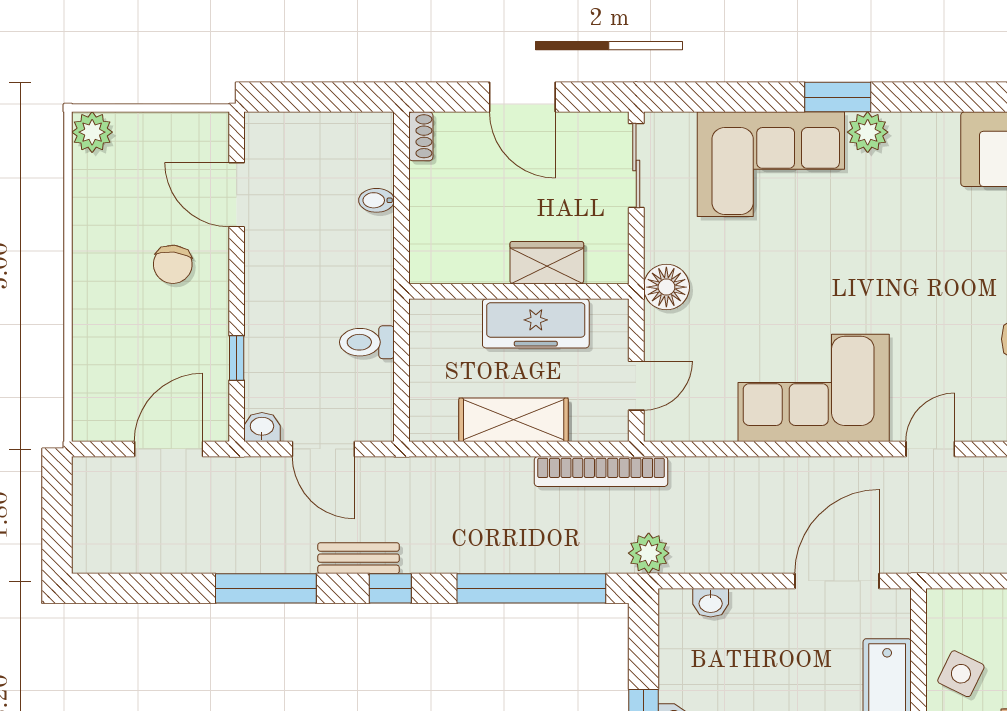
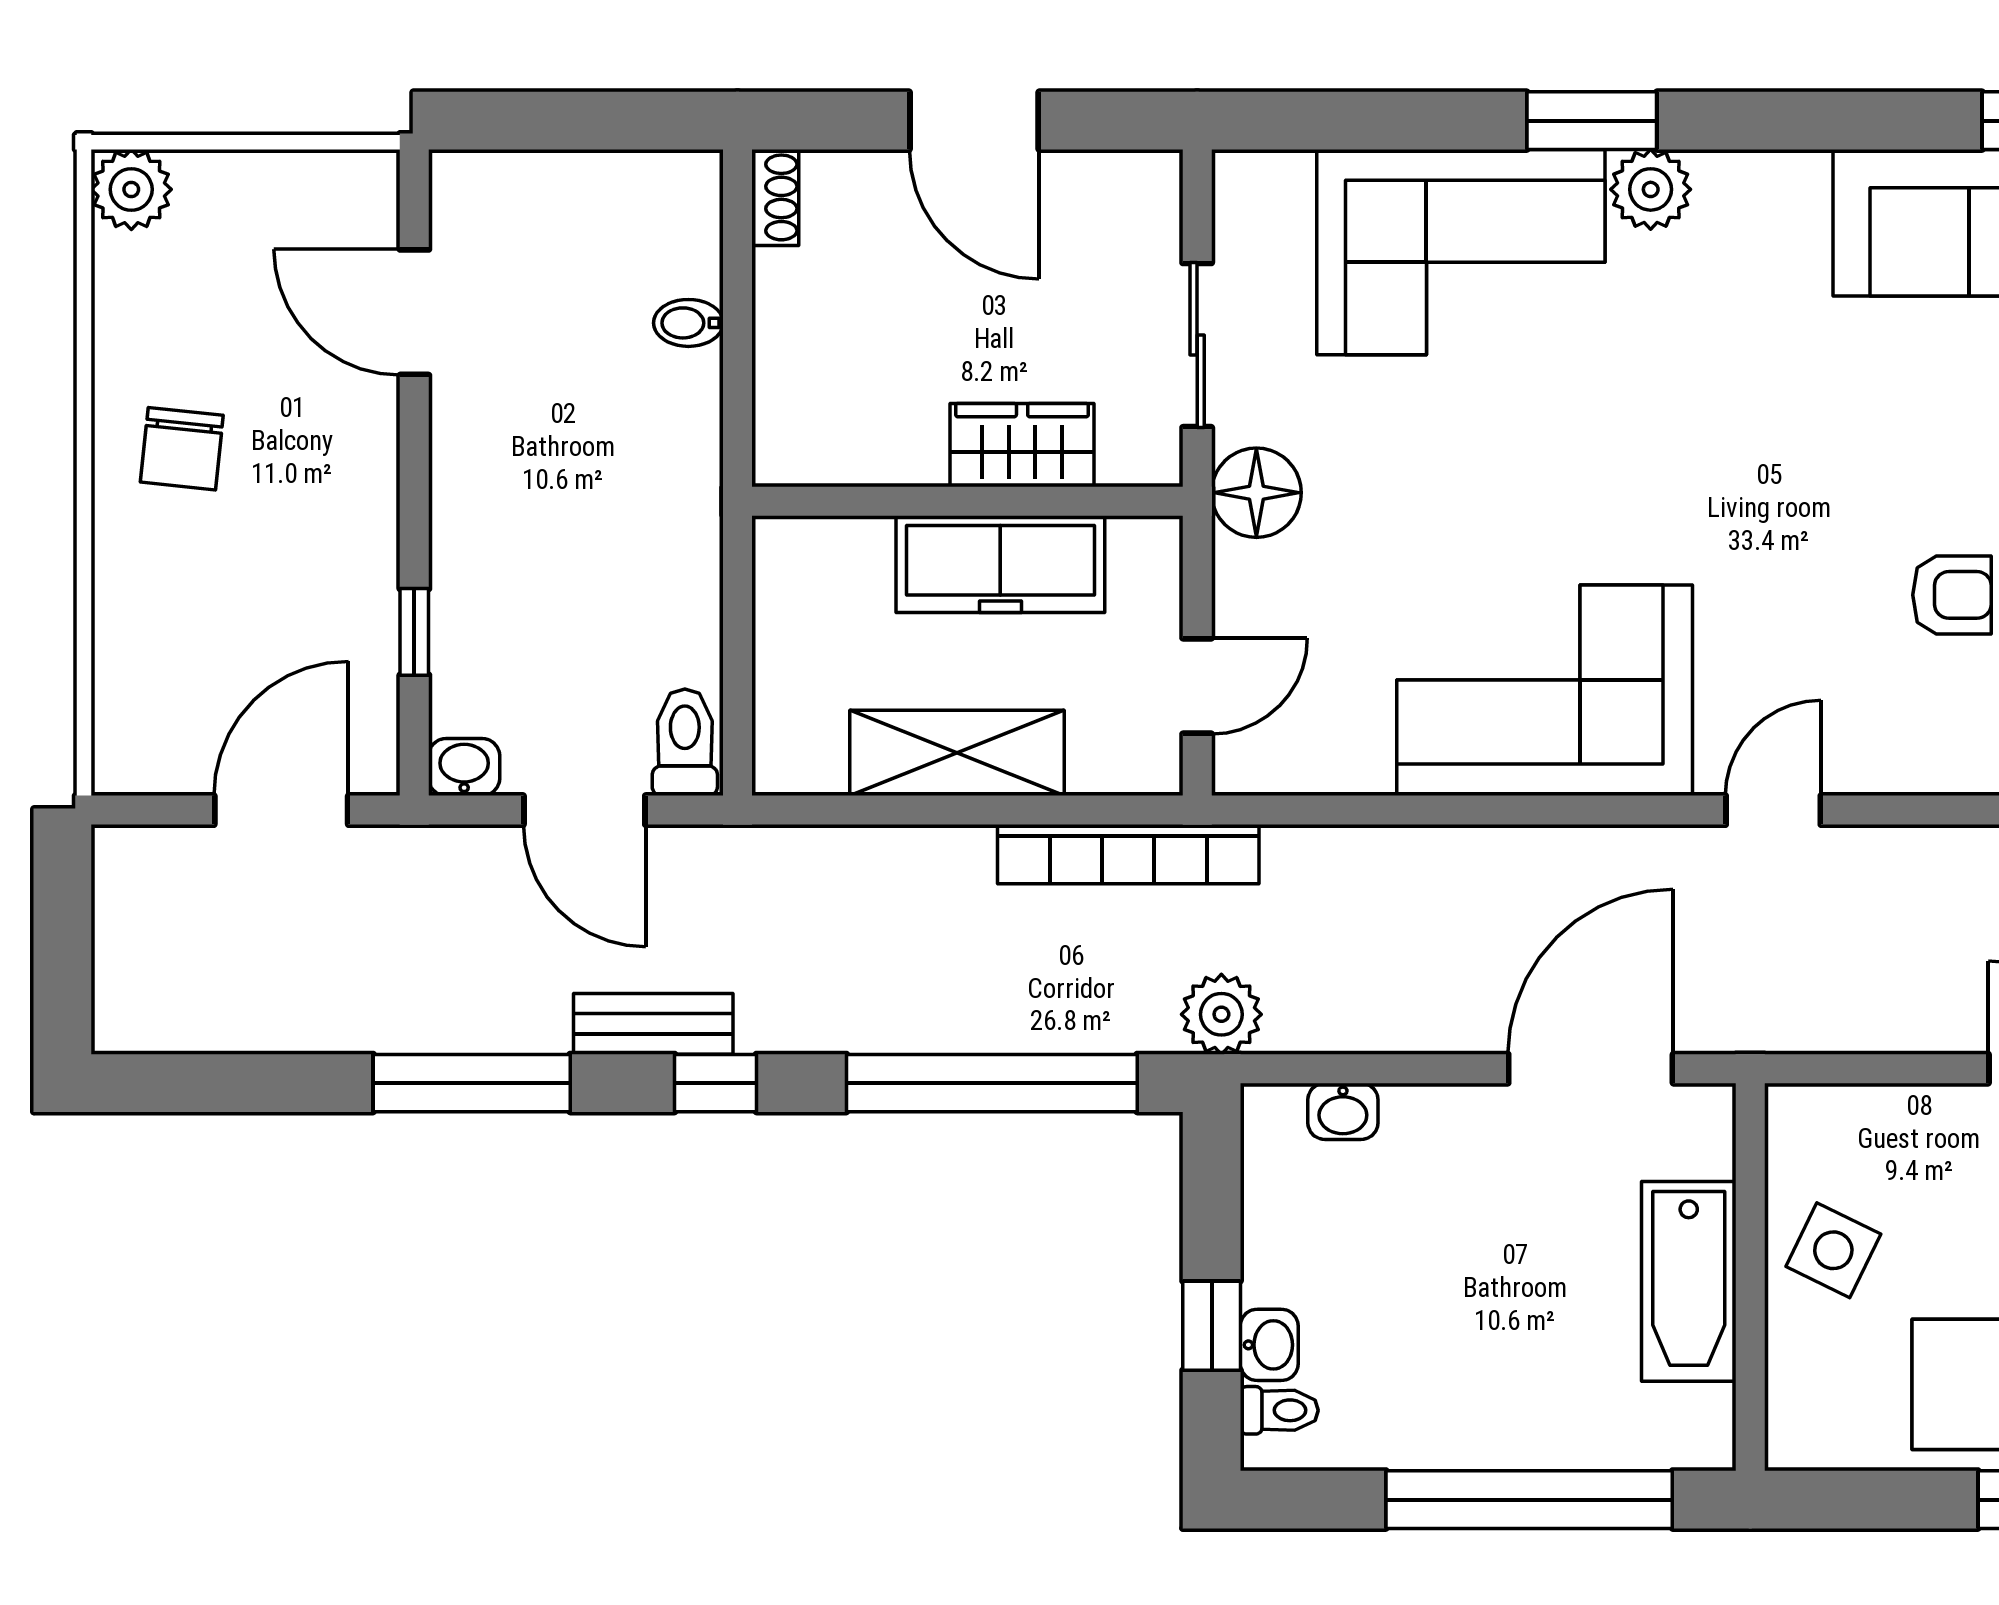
sliding door: (636, 165) -> (1197, 345), moved
chair: (173, 264) -> (182, 449), moved
toilet: (367, 342) -> (685, 742), moved, turned 90

